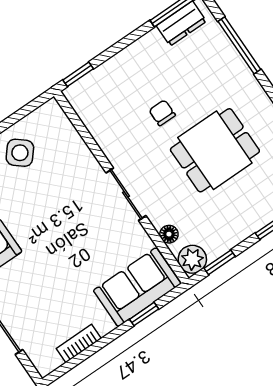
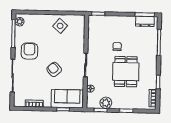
dining table: (215, 150) -> (126, 72), turned 90
armchair: (70, 248) -> (54, 69), added
plant: (192, 259) -> (106, 103), moved

